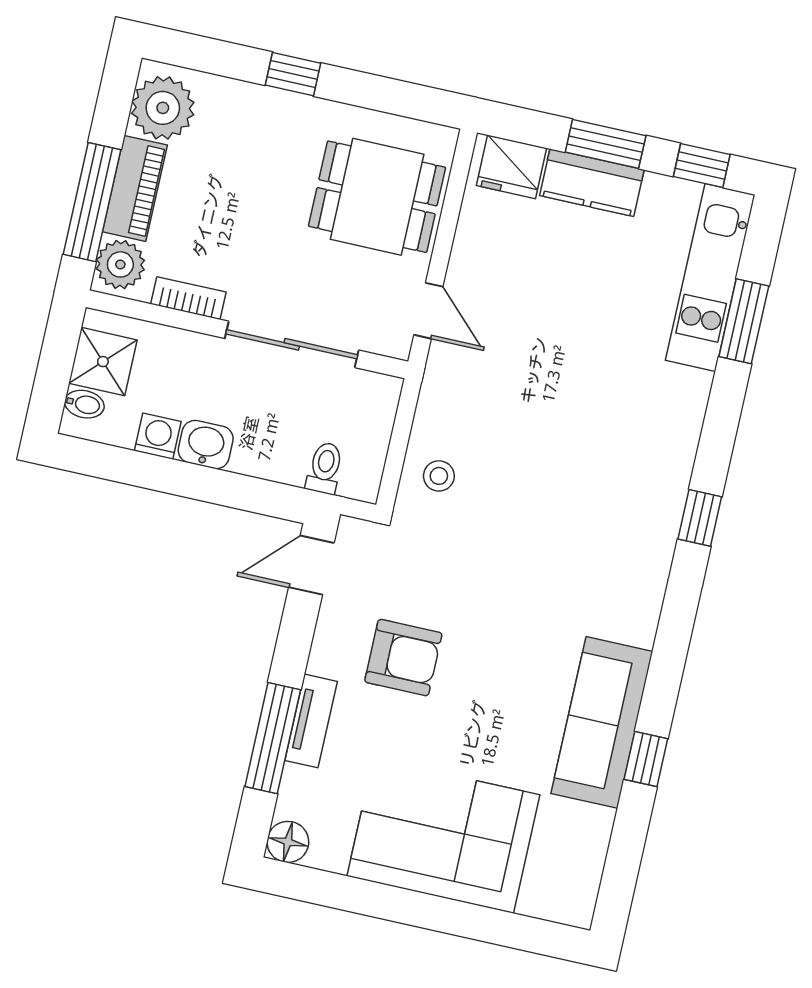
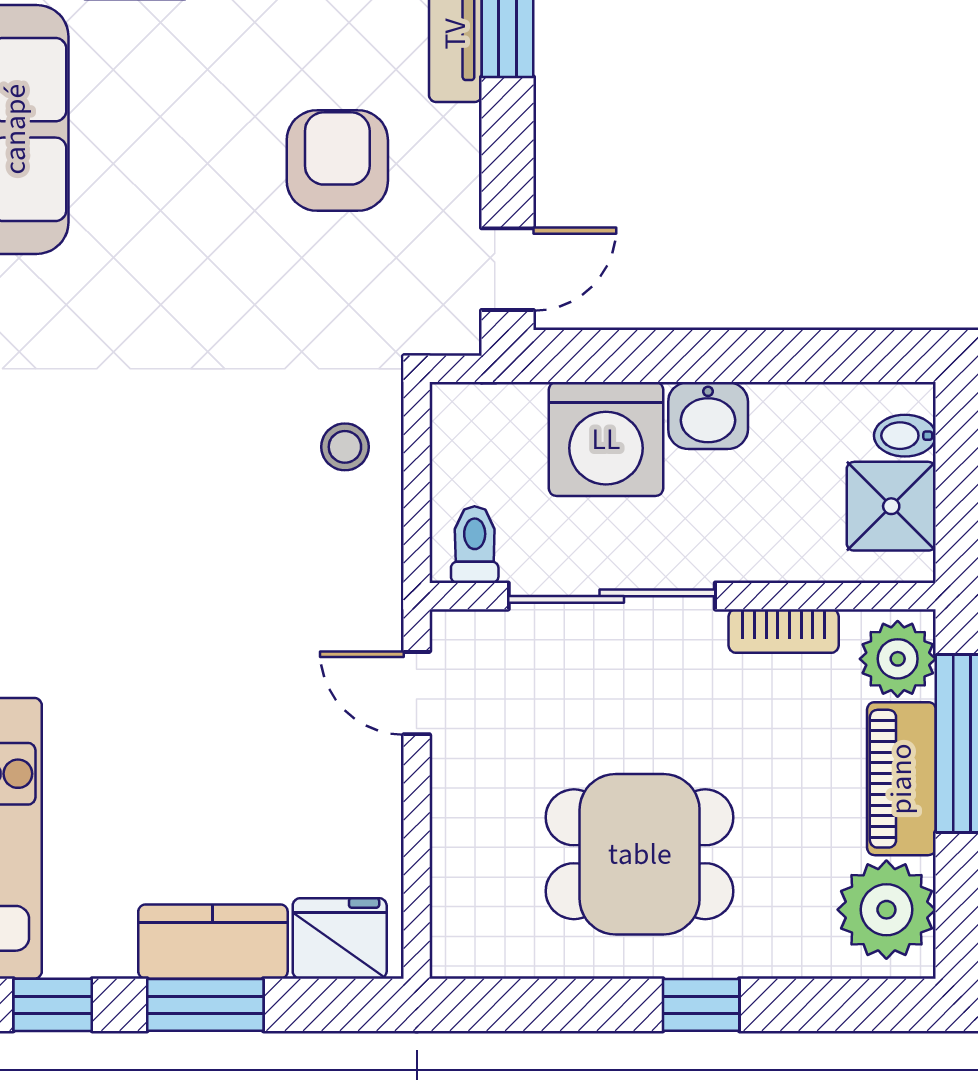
dining table: (377, 197) -> (640, 854), moved
washing machine: (158, 436) -> (606, 439), moved, width x1.89, depth x1.89
toilet: (325, 468) -> (475, 545), moved, turned 180
armchair: (403, 658) -> (337, 161), turned 90

